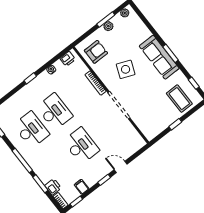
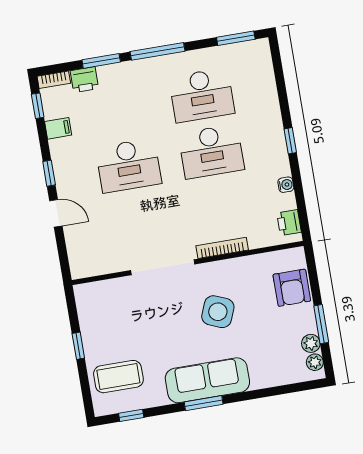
plant: (108, 26) -> (311, 343), moved
armchair: (96, 52) -> (292, 288), moved
door: (121, 167) -> (56, 213), hinge flipped

